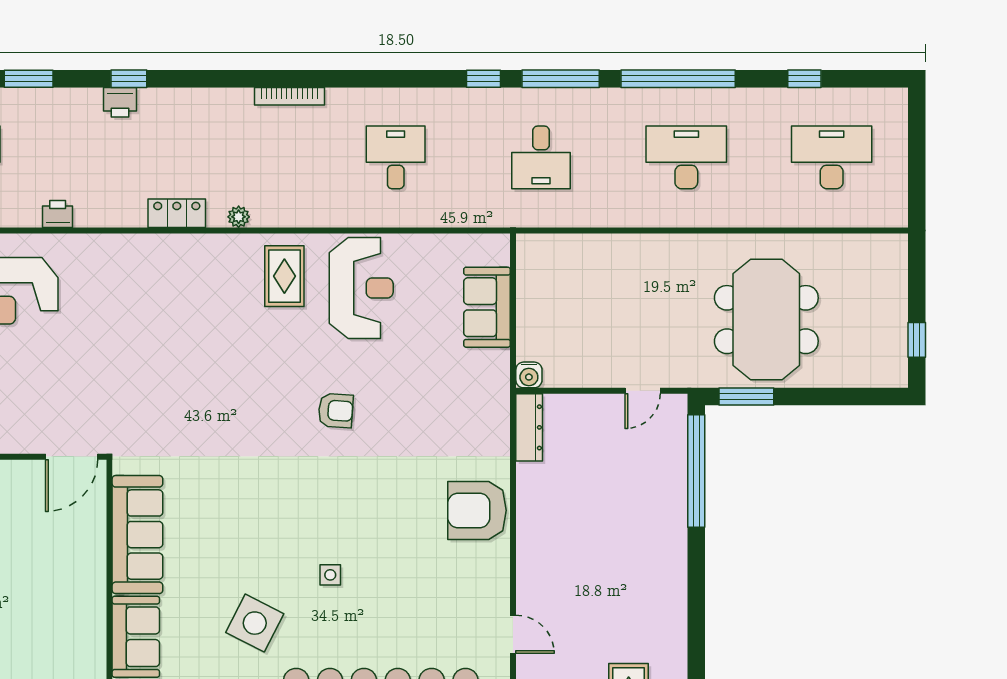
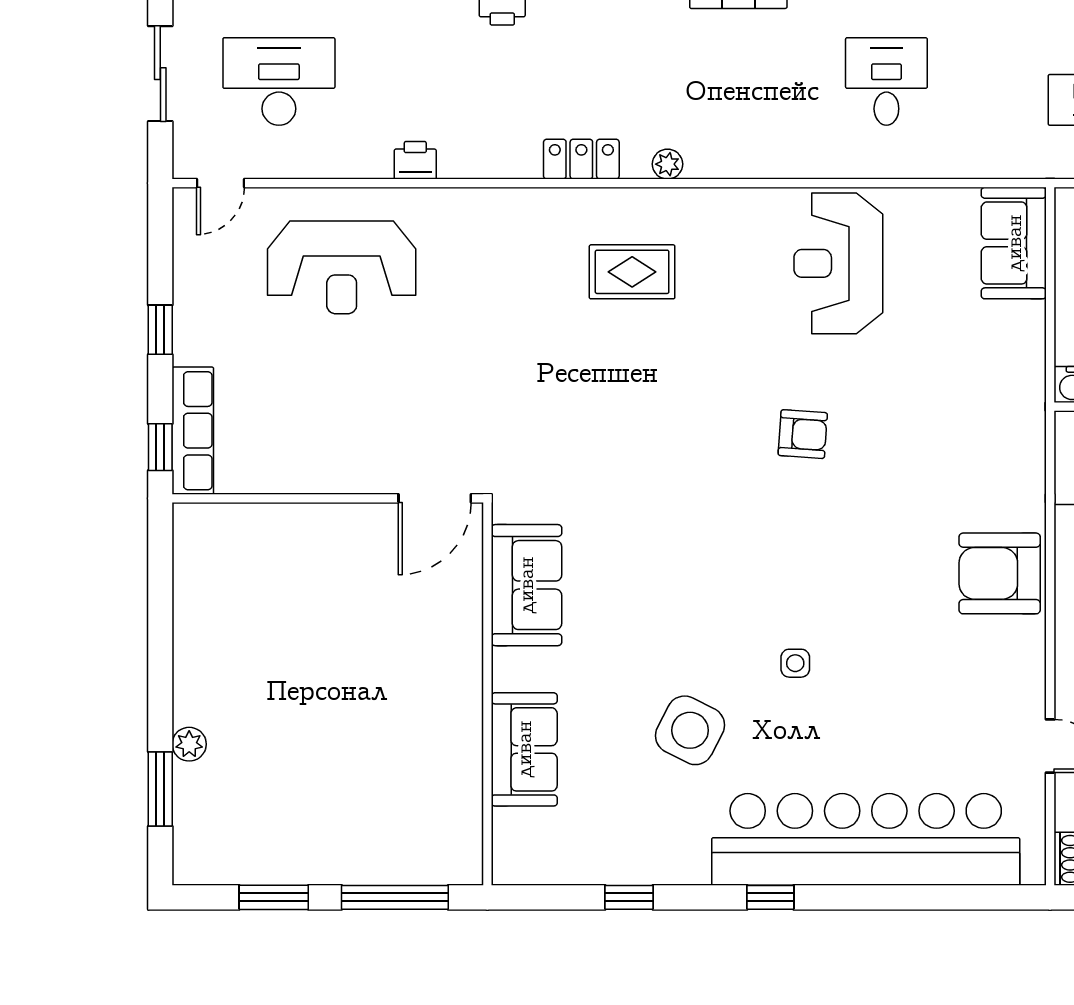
rug: (284, 276) -> (632, 272), moved, turned 90
reception desk: (361, 288) -> (838, 263), turned 180
sofa: (487, 307) -> (1014, 243), moved
sofa: (137, 535) -> (526, 585), width x0.73

